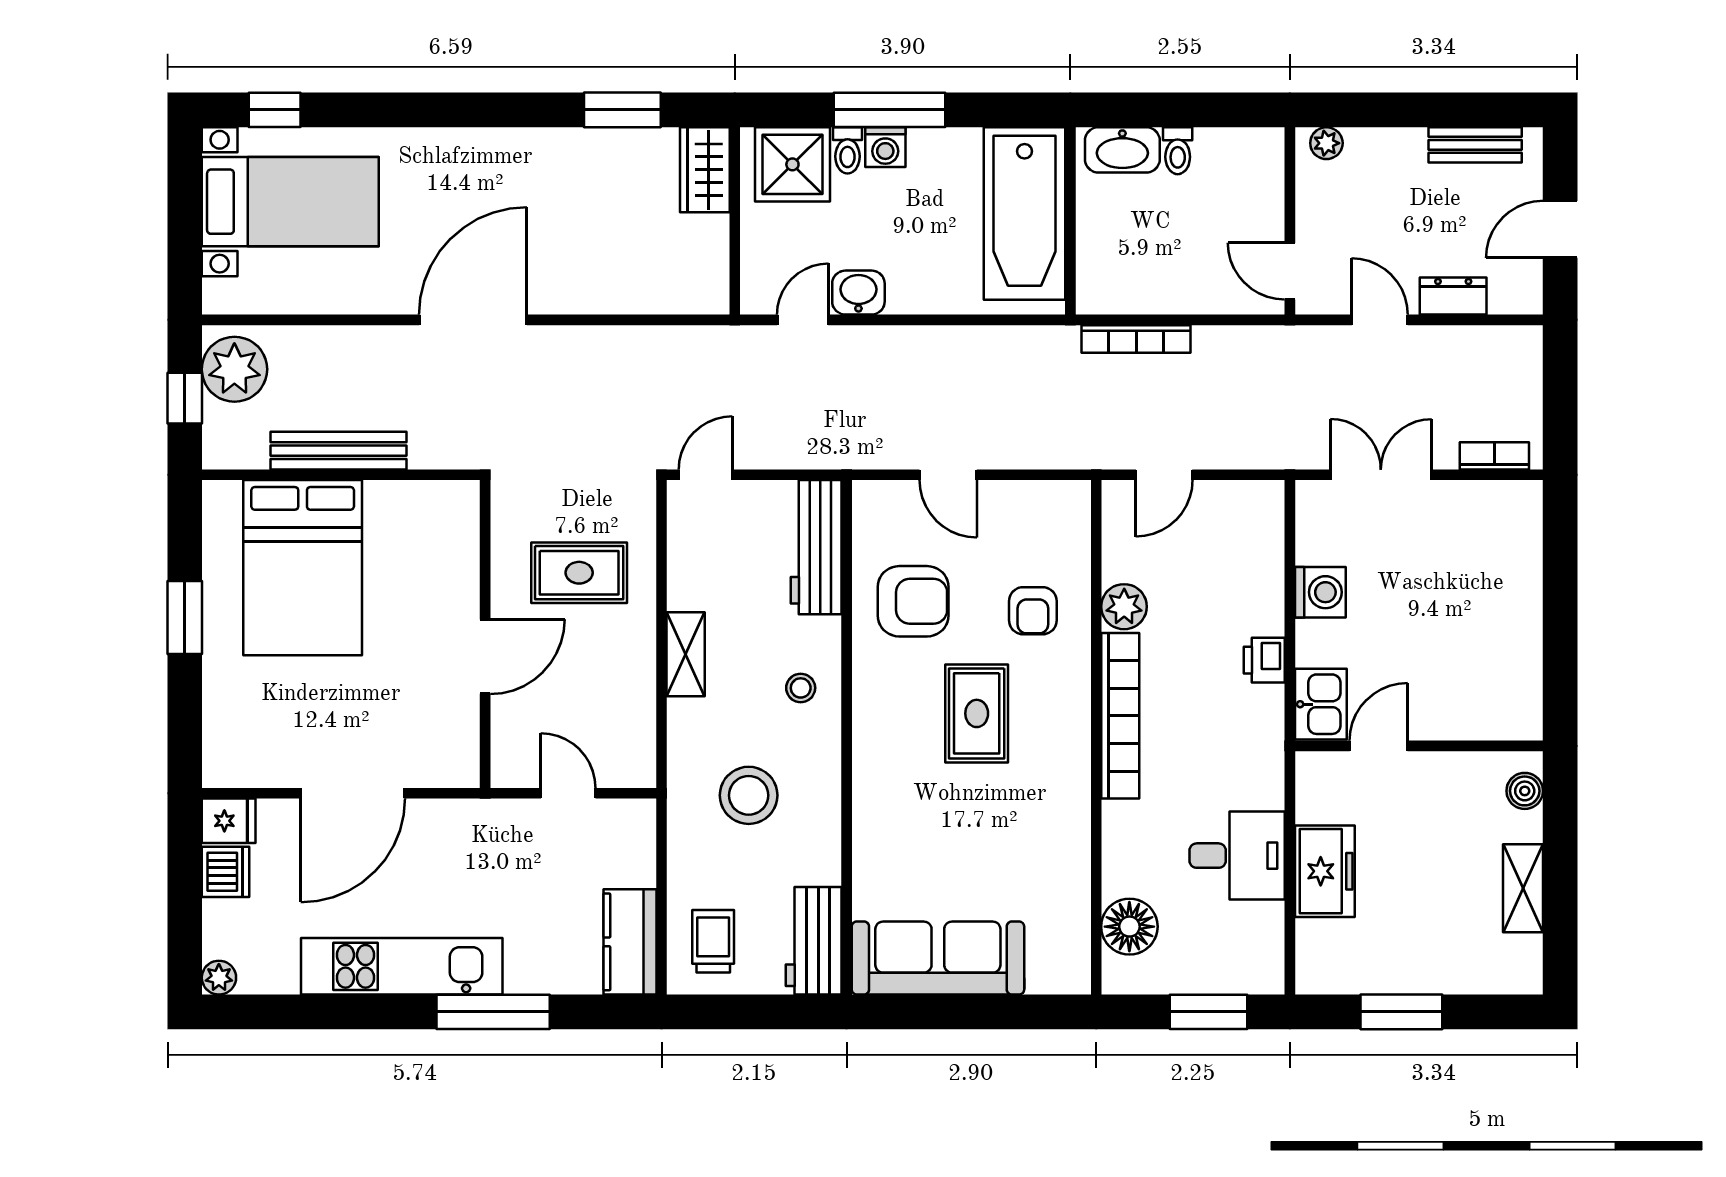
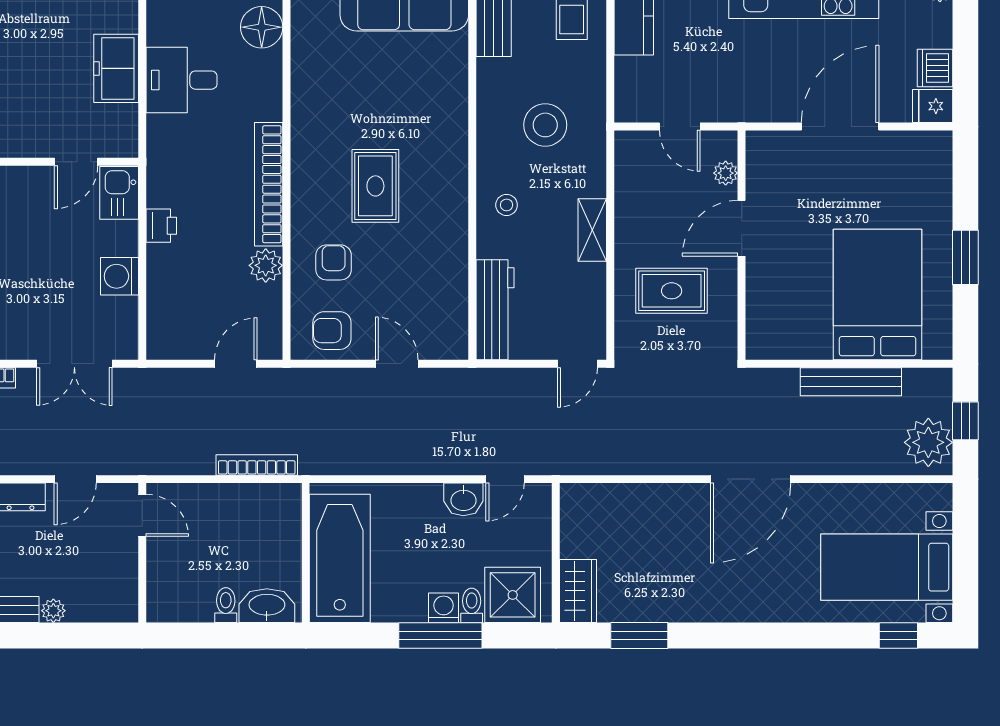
plant: (1326, 143) -> (53, 611), moved
door: (1380, 320) -> (75, 479), hinge flipped
armchair: (913, 601) -> (332, 331), moved, width x0.72, depth x0.72
plant: (507, 731) -> (726, 173), added

